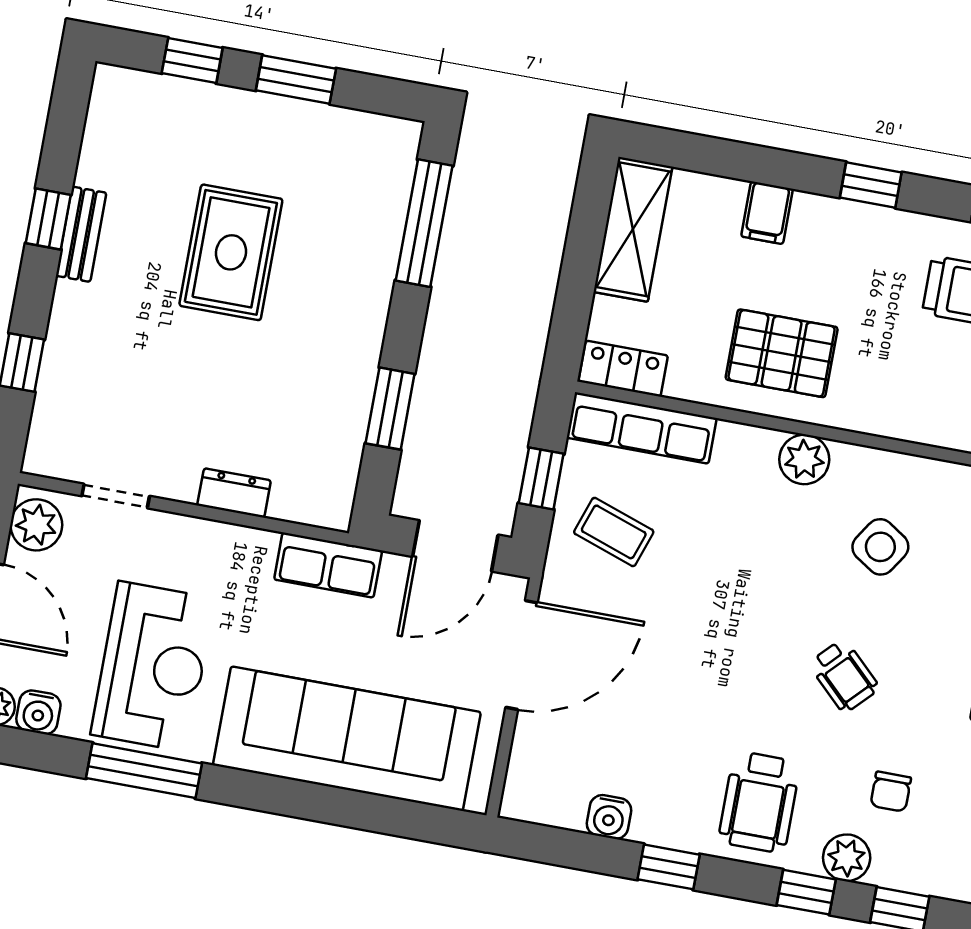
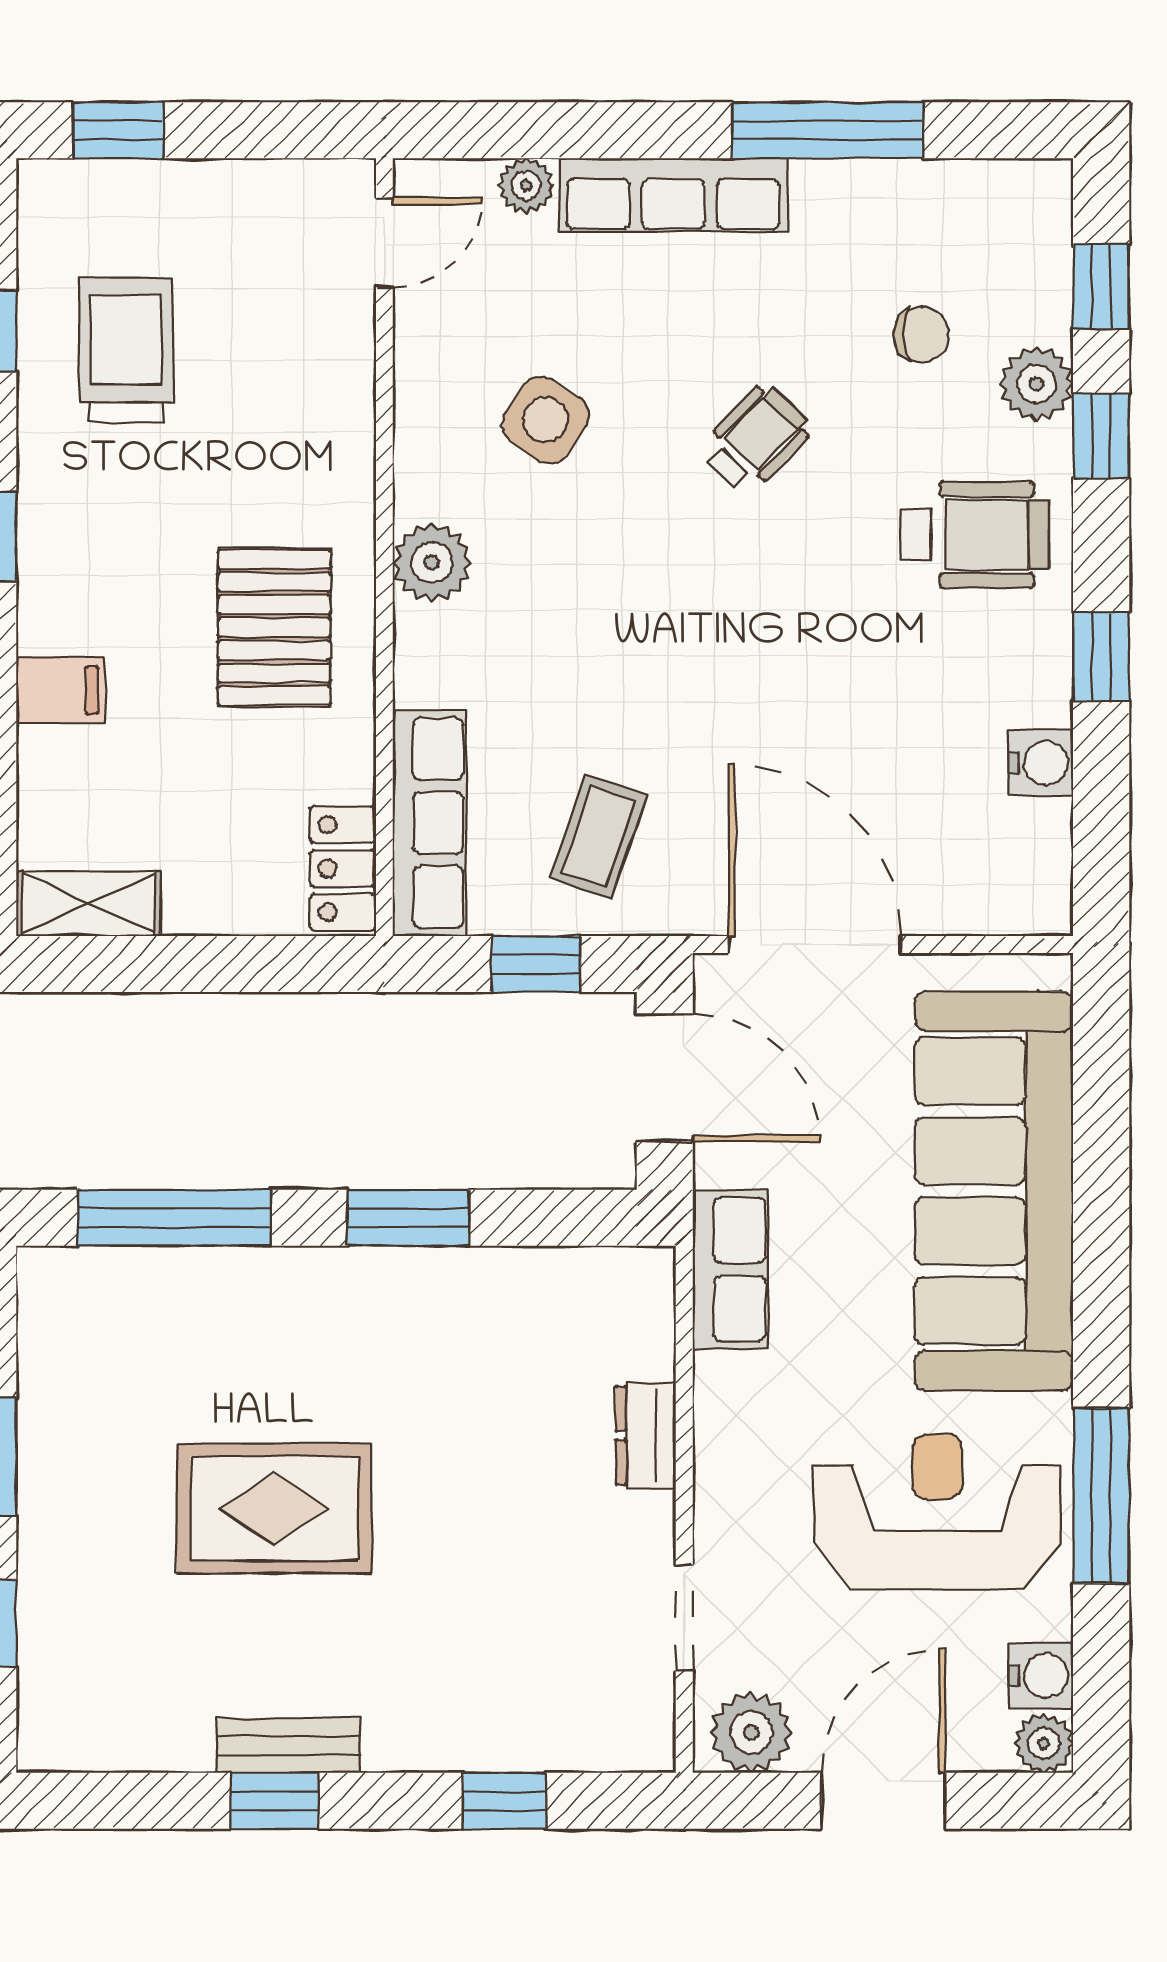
shelving: (633, 229) -> (88, 904), width x0.67, depth x0.75
window: (390, 409) -> (408, 1218), moved

